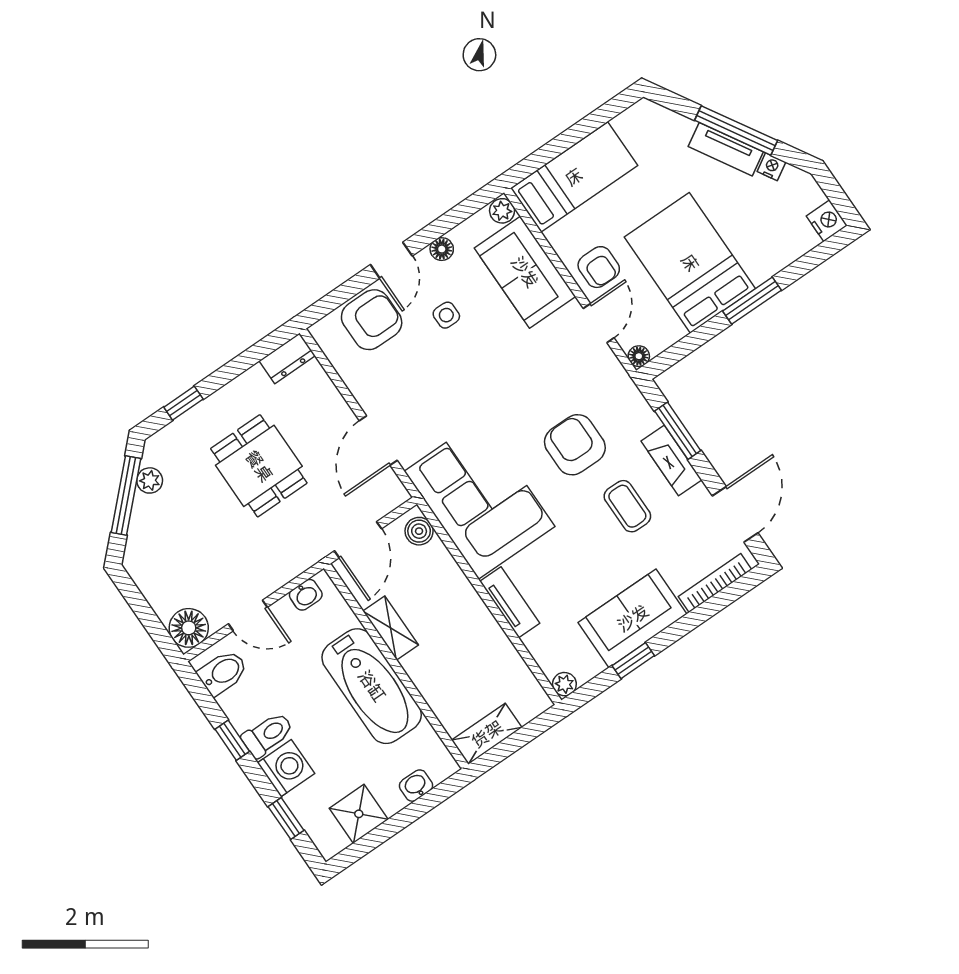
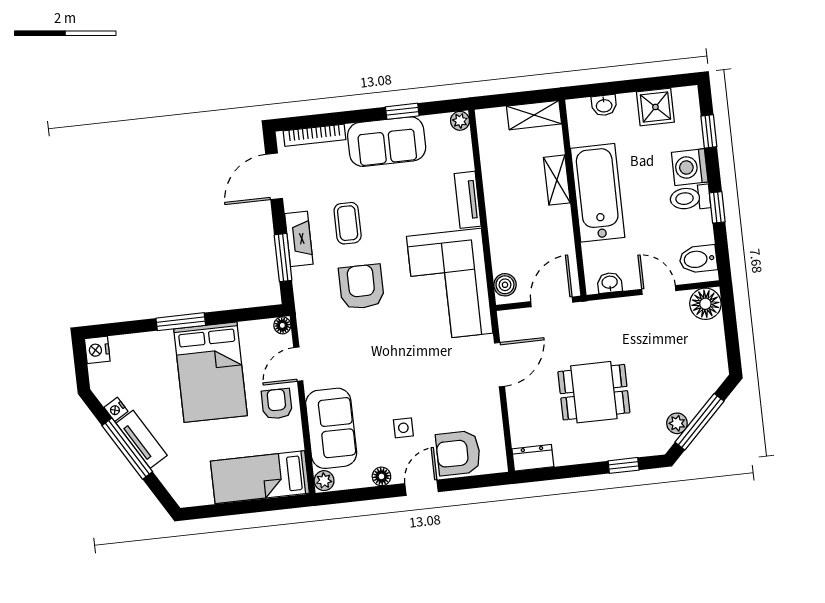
armchair: (575, 445) -> (361, 287), turned 180
dining table: (259, 466) -> (594, 392), turned 90
shelving: (391, 628) -> (557, 180), moved

